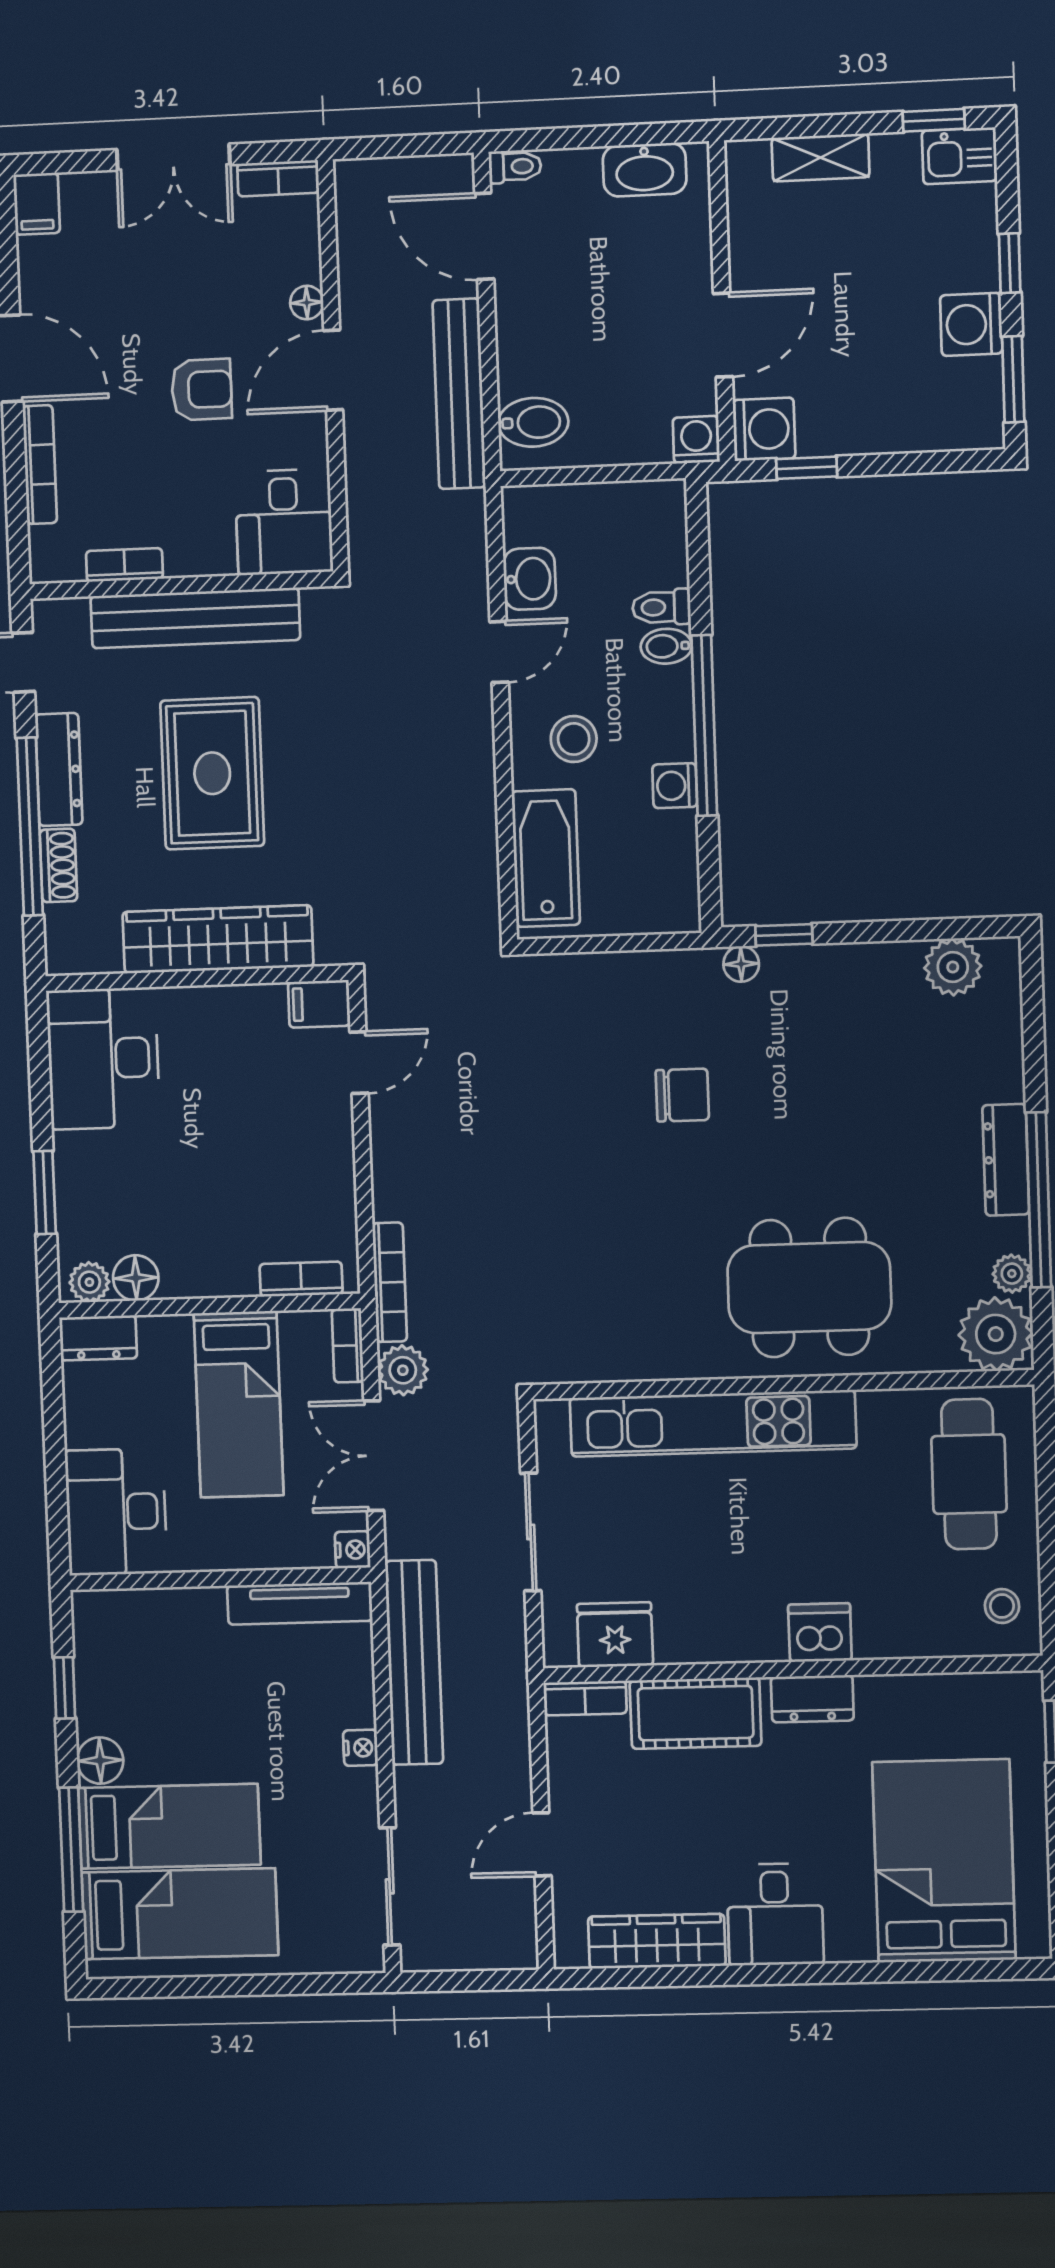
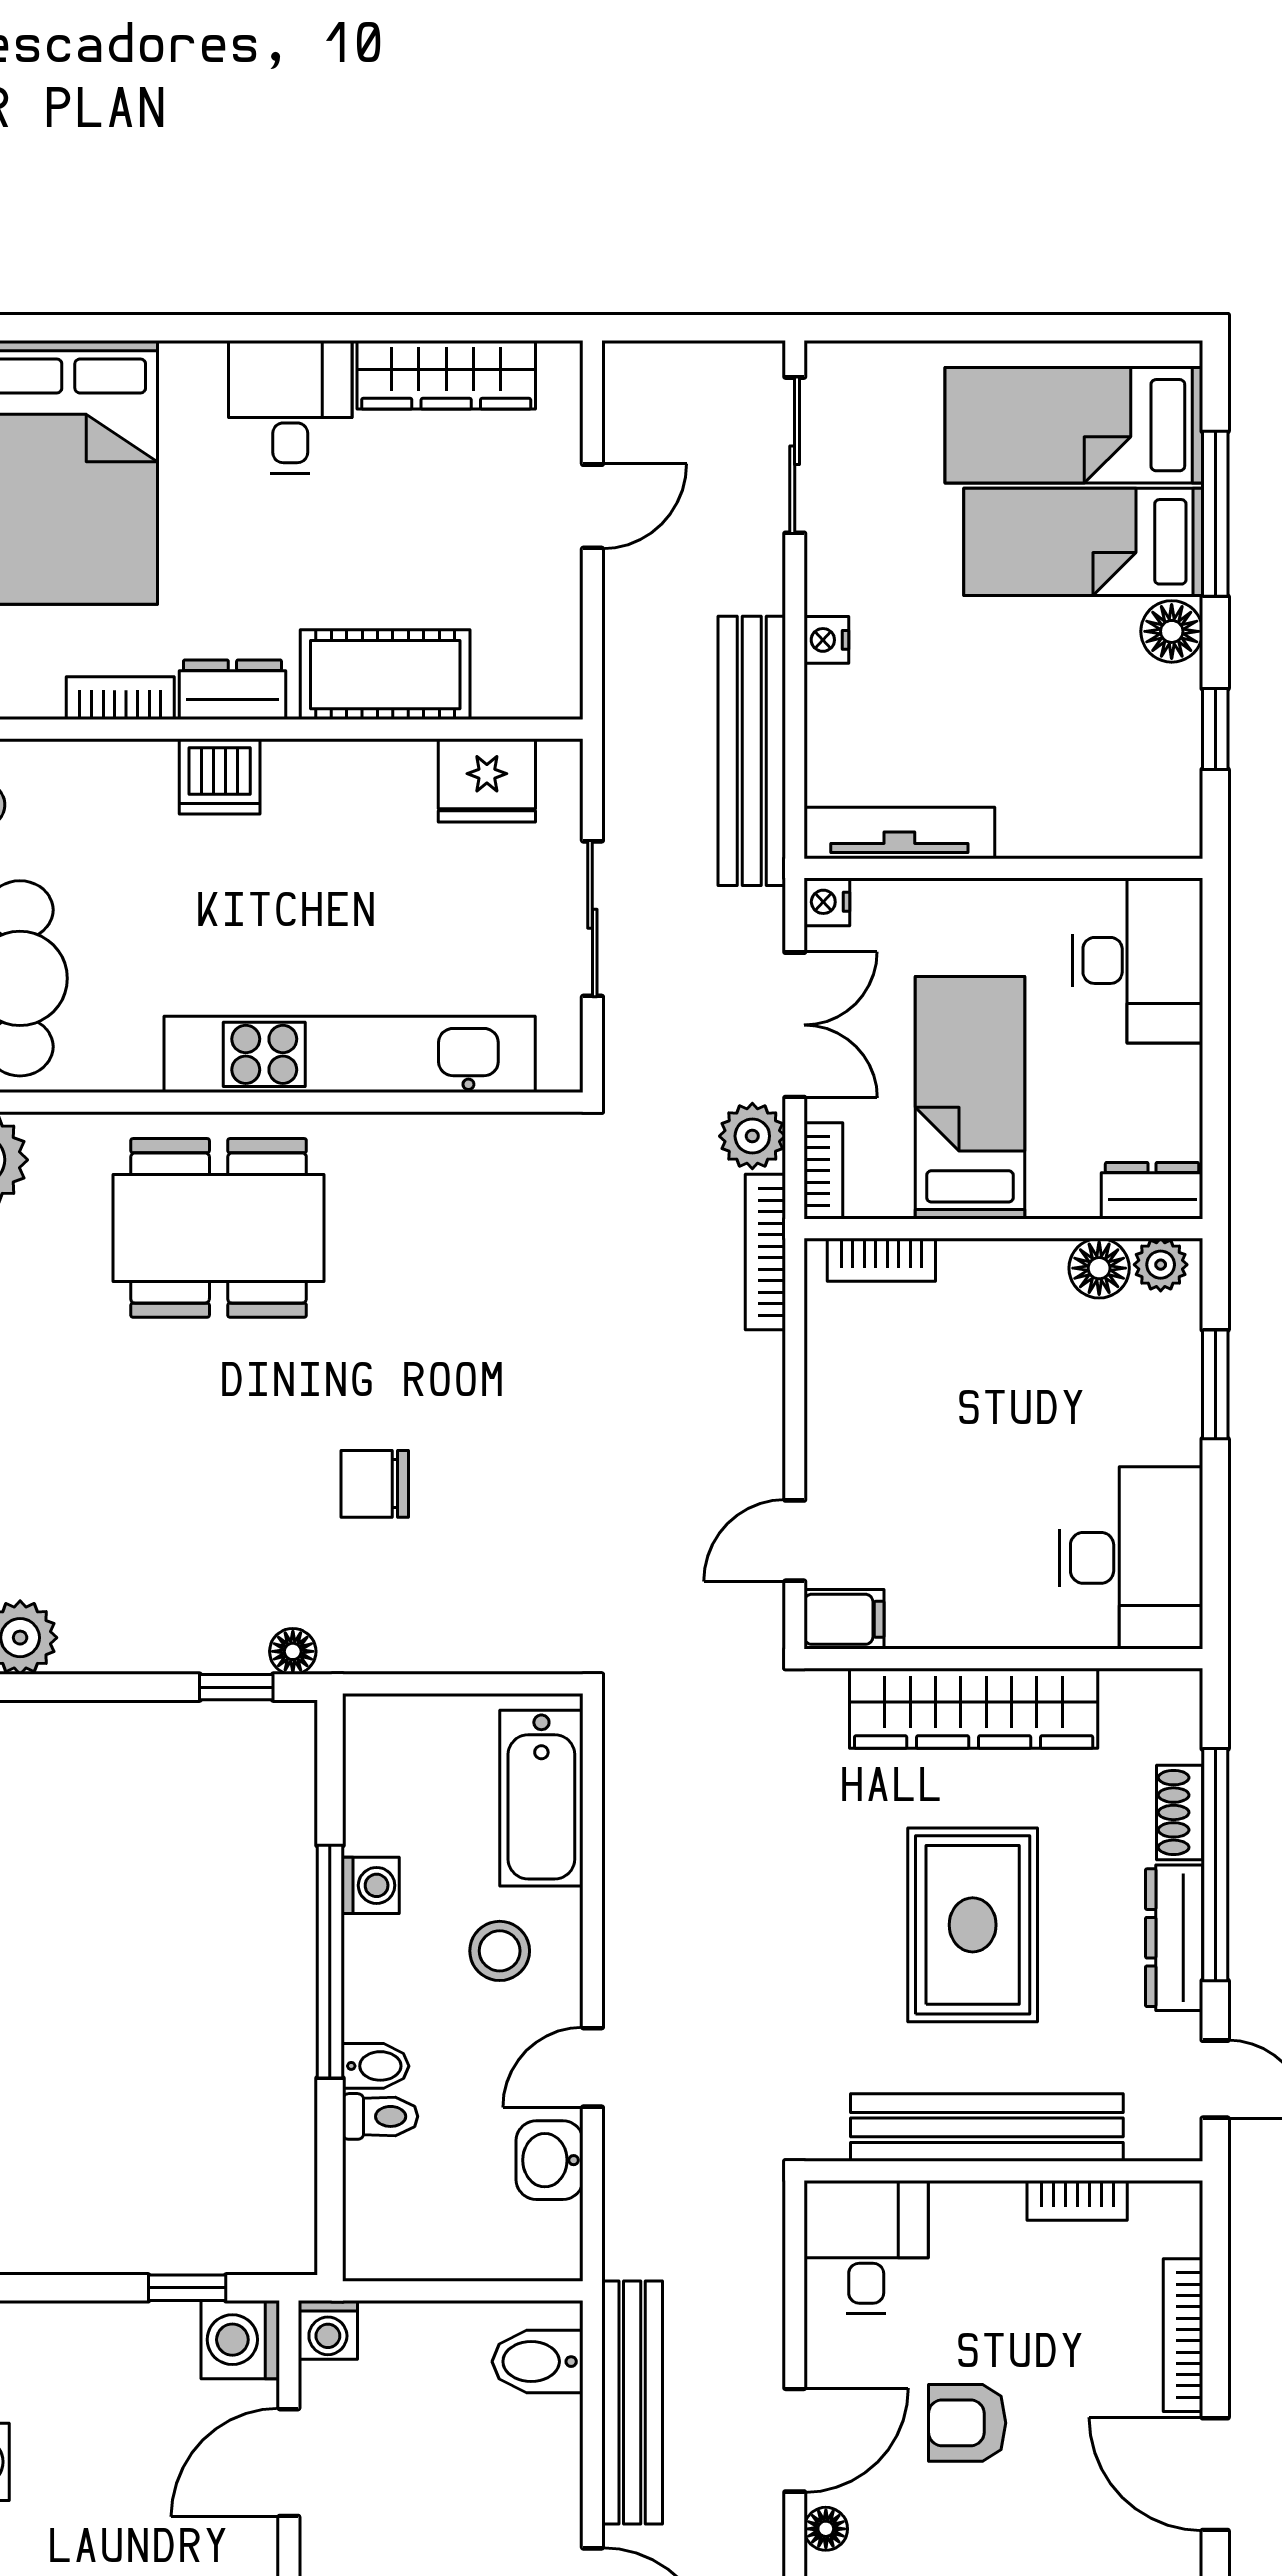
bookcase: (585, 1698) -> (120, 698), moved

